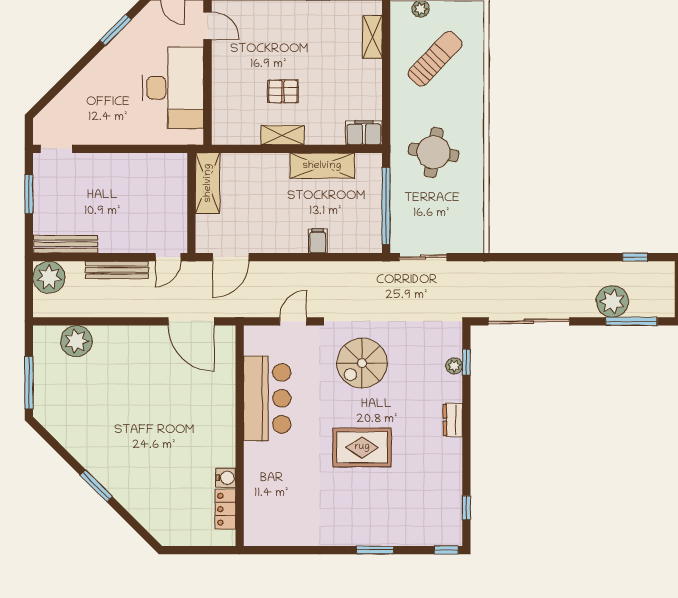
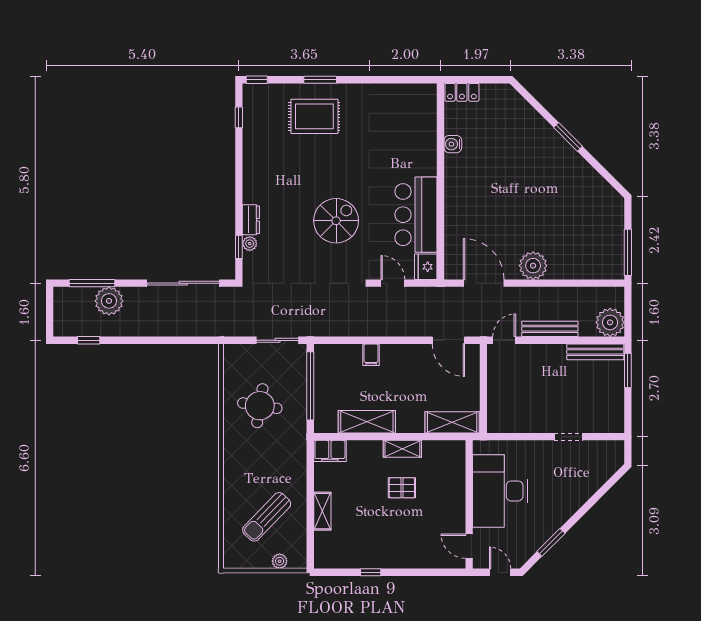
shelving: (372, 37) -> (322, 511), moved
doorway: (56, 149) -> (568, 437), moved
round table: (434, 152) -> (260, 406), moved
shelving: (208, 183) -> (452, 422), moved, turned 90
window: (29, 194) -> (628, 370), moved
door: (231, 257) -> (448, 340), swing flipped
door: (293, 321) -> (393, 283), swing flipped
fridge: (256, 340) -> (426, 267), added
plant: (76, 341) -> (533, 266), moved
spiral stairs: (362, 363) -> (336, 221), moved
window: (29, 383) -> (628, 252), moved
dresser: (453, 420) -> (251, 220), moved
rug: (362, 447) -> (314, 116), moved
locker: (225, 509) -> (462, 92), moved, turned 90

